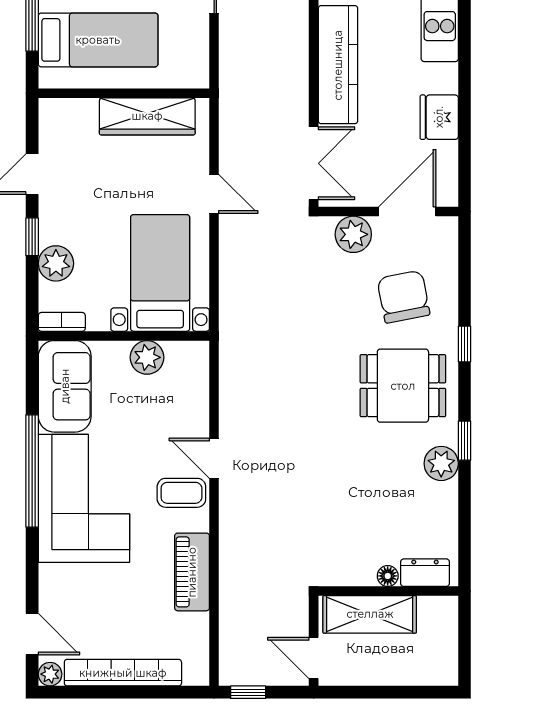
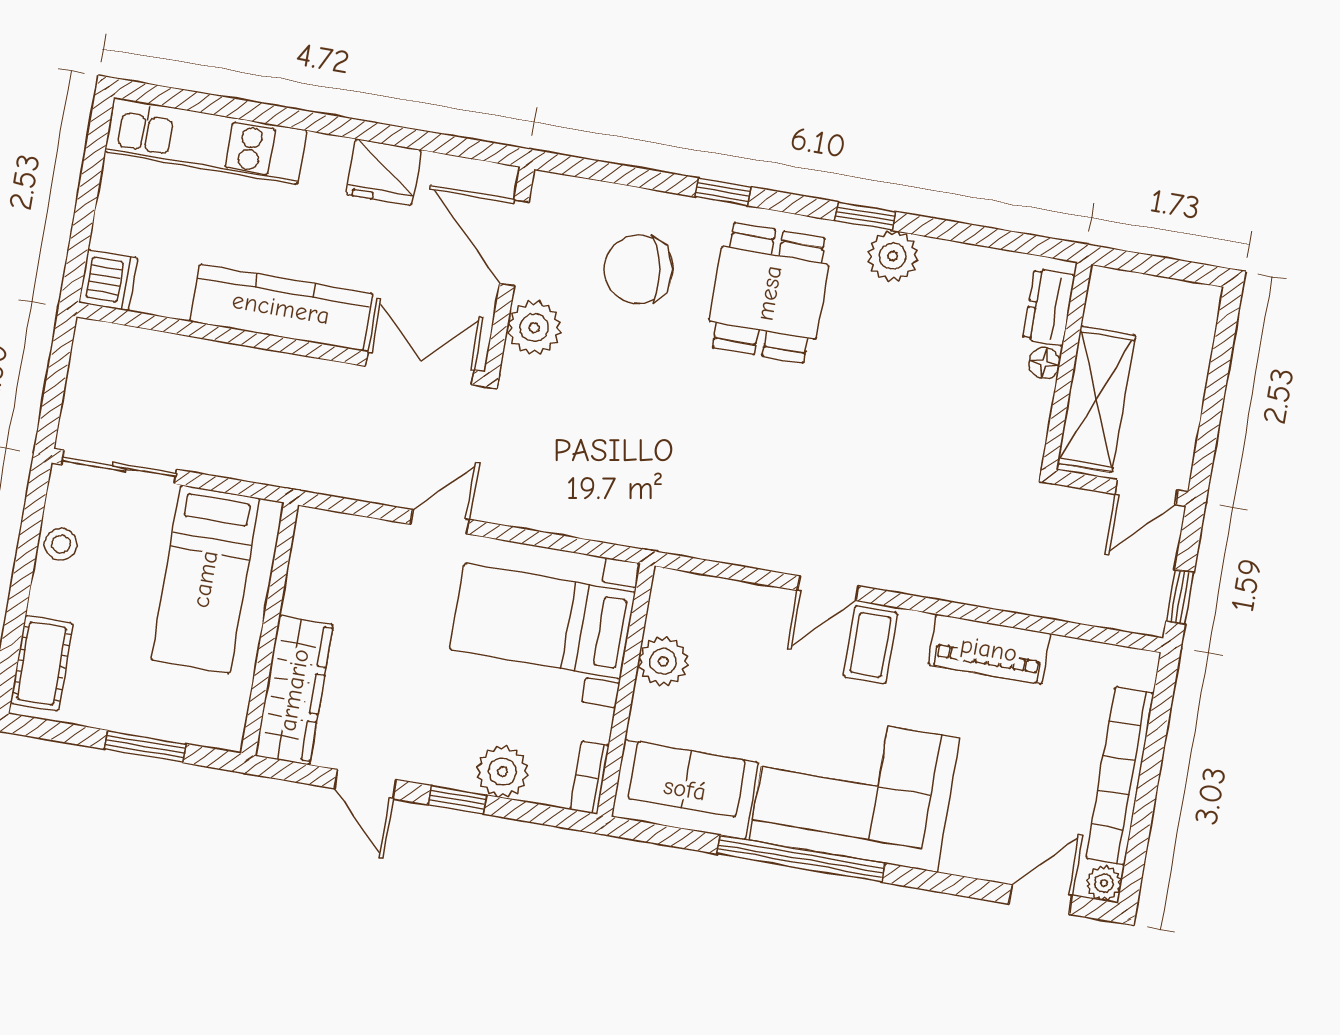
bed: (98, 40) -> (205, 579), moved, turned 180
wardrobe: (147, 116) -> (294, 690), moved

